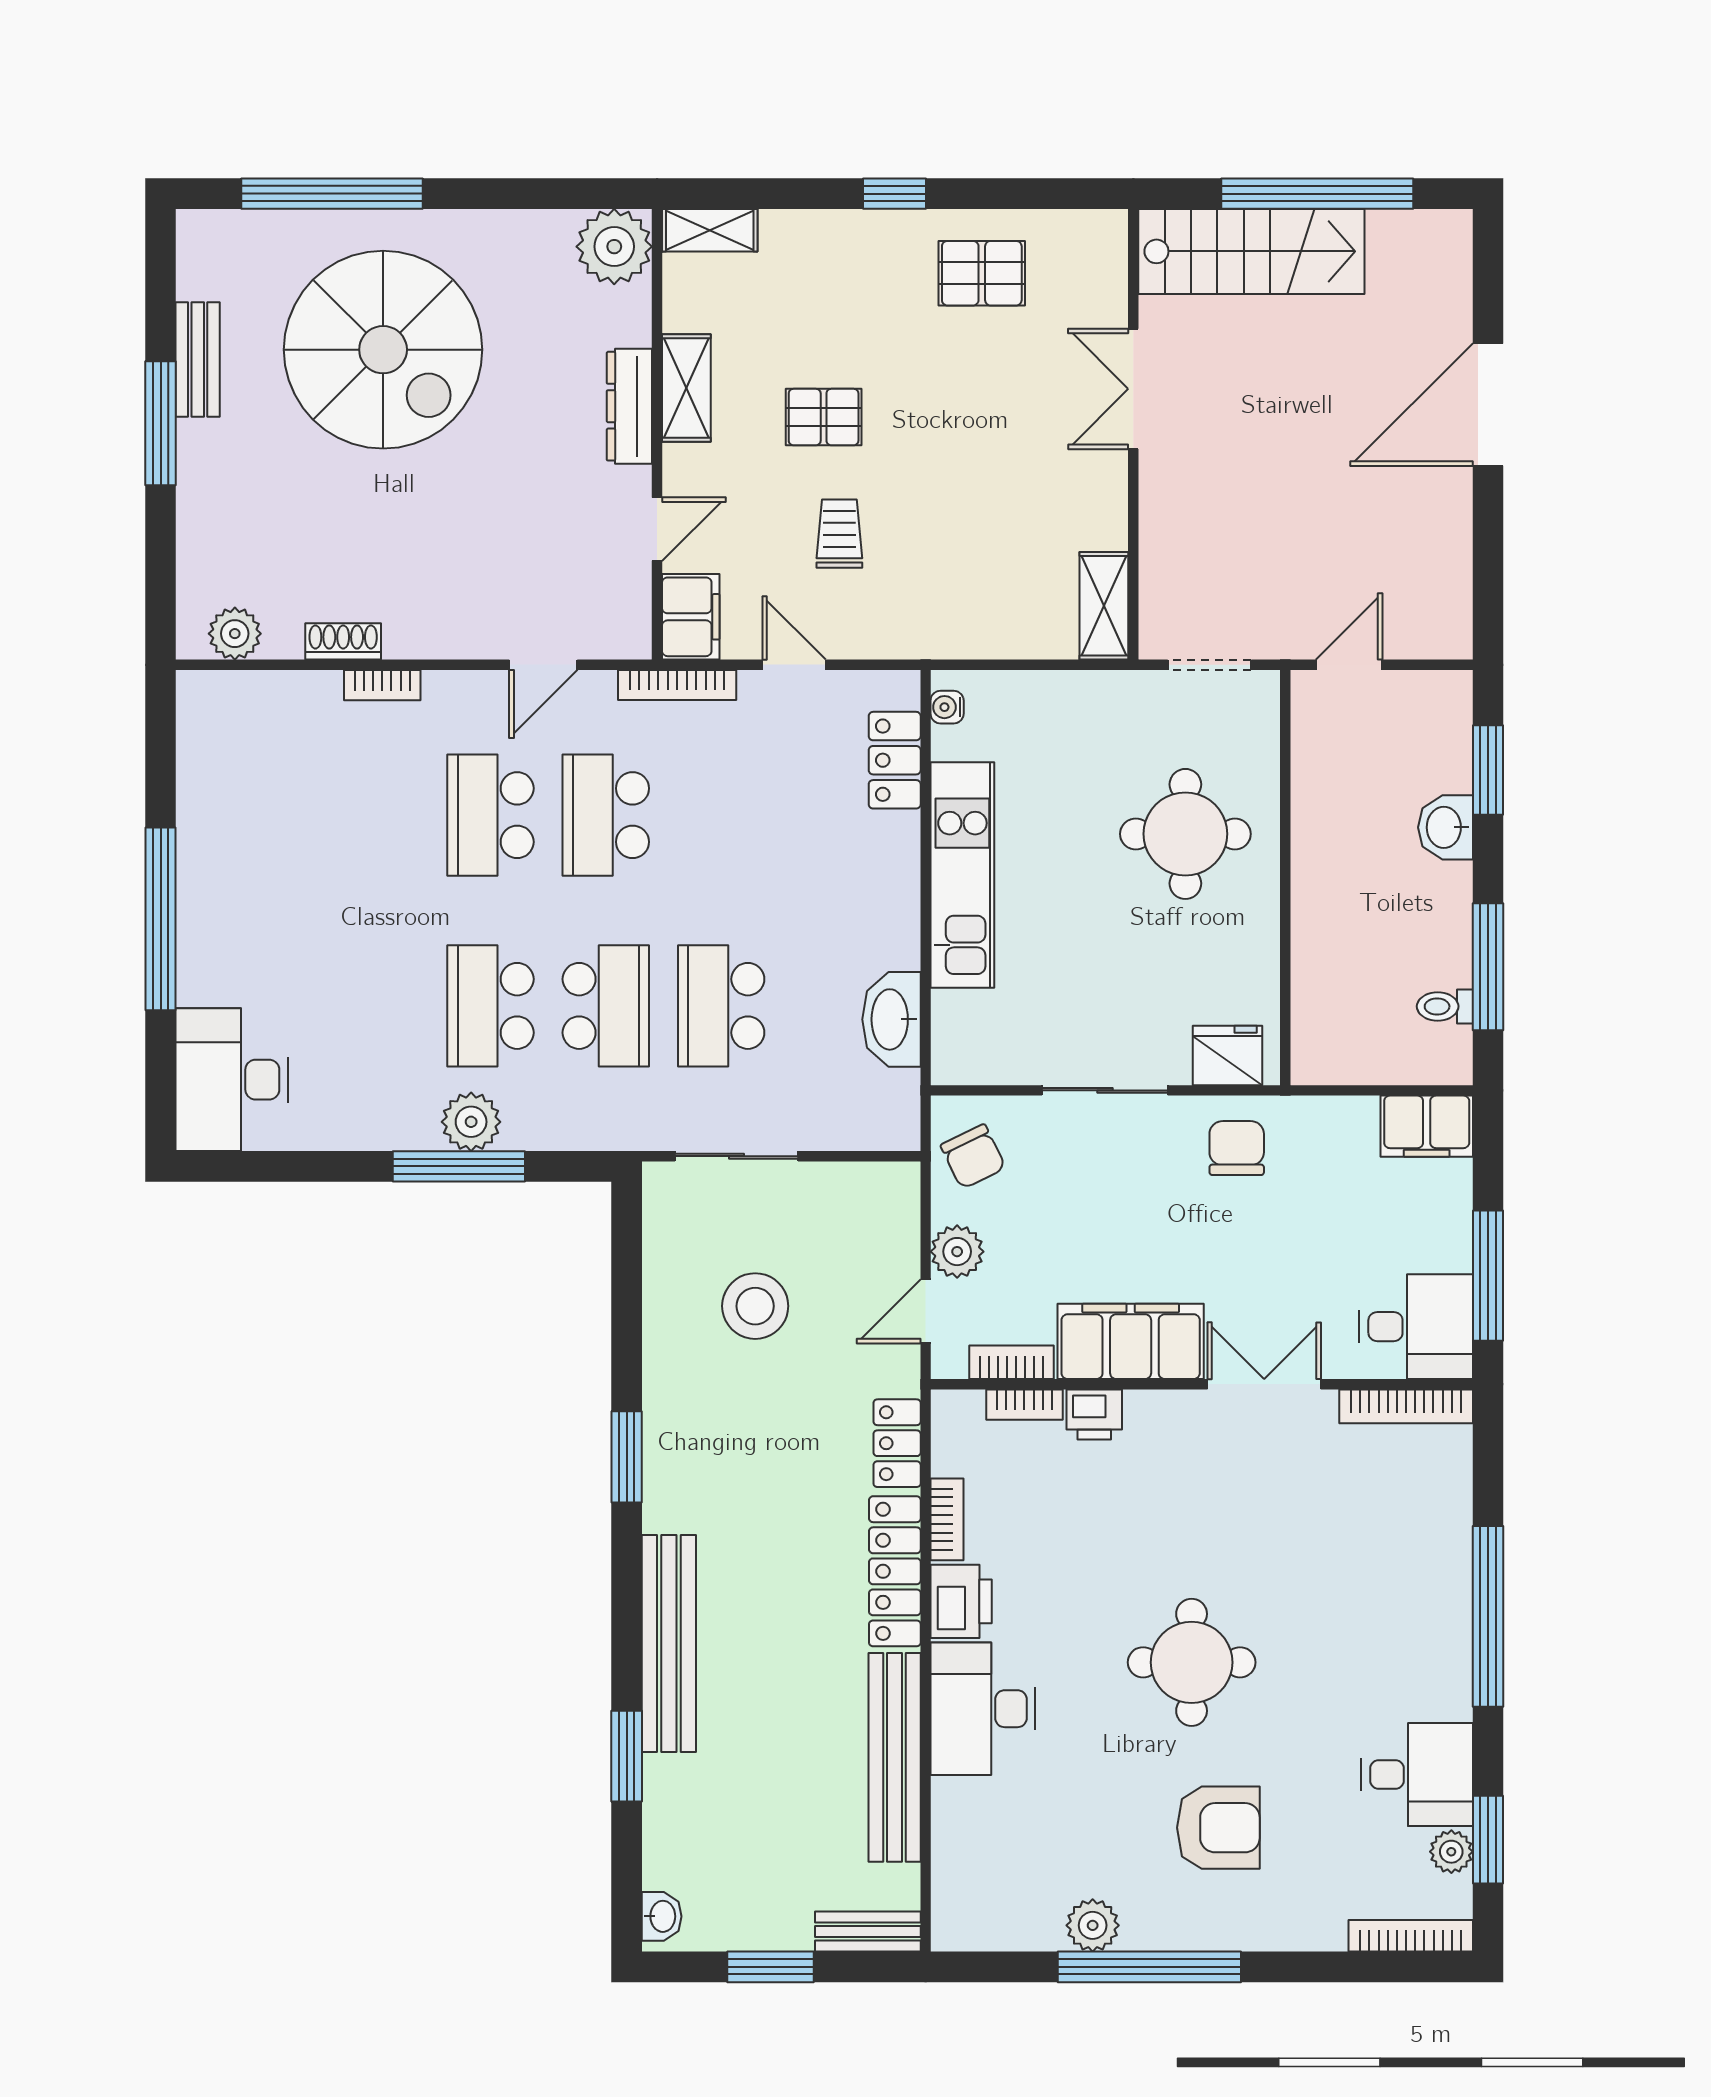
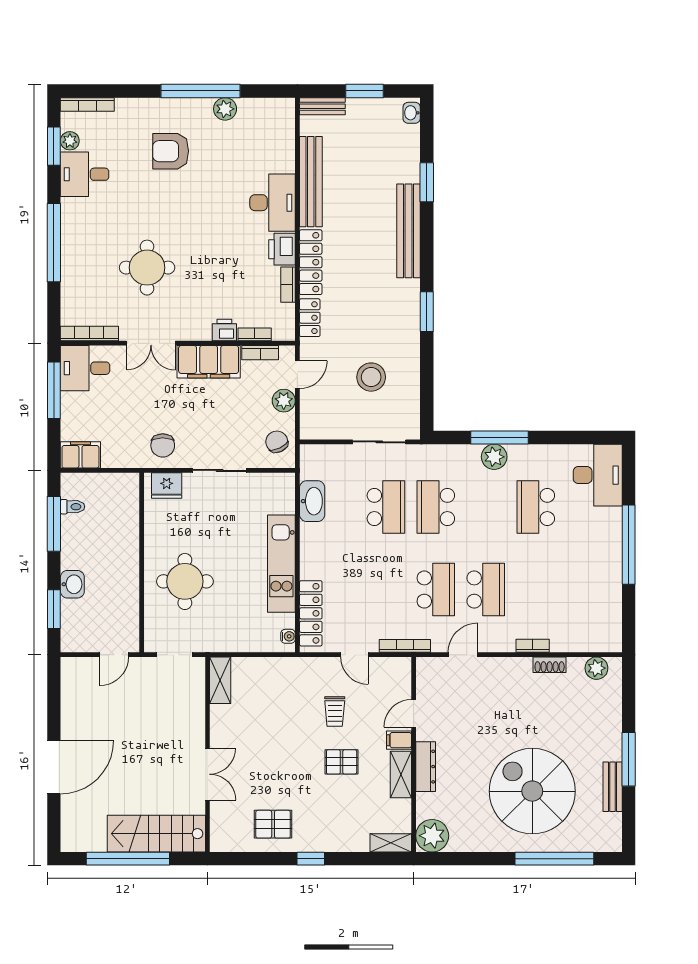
filing cabinet: (691, 617) -> (399, 740), moved, width x0.50
locker: (895, 760) -> (311, 613), width x1.53
school desk: (490, 1006) -> (536, 507), moved, turned 180
round table: (1192, 1662) -> (147, 268), moved

